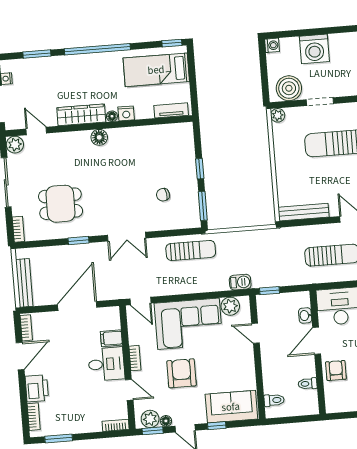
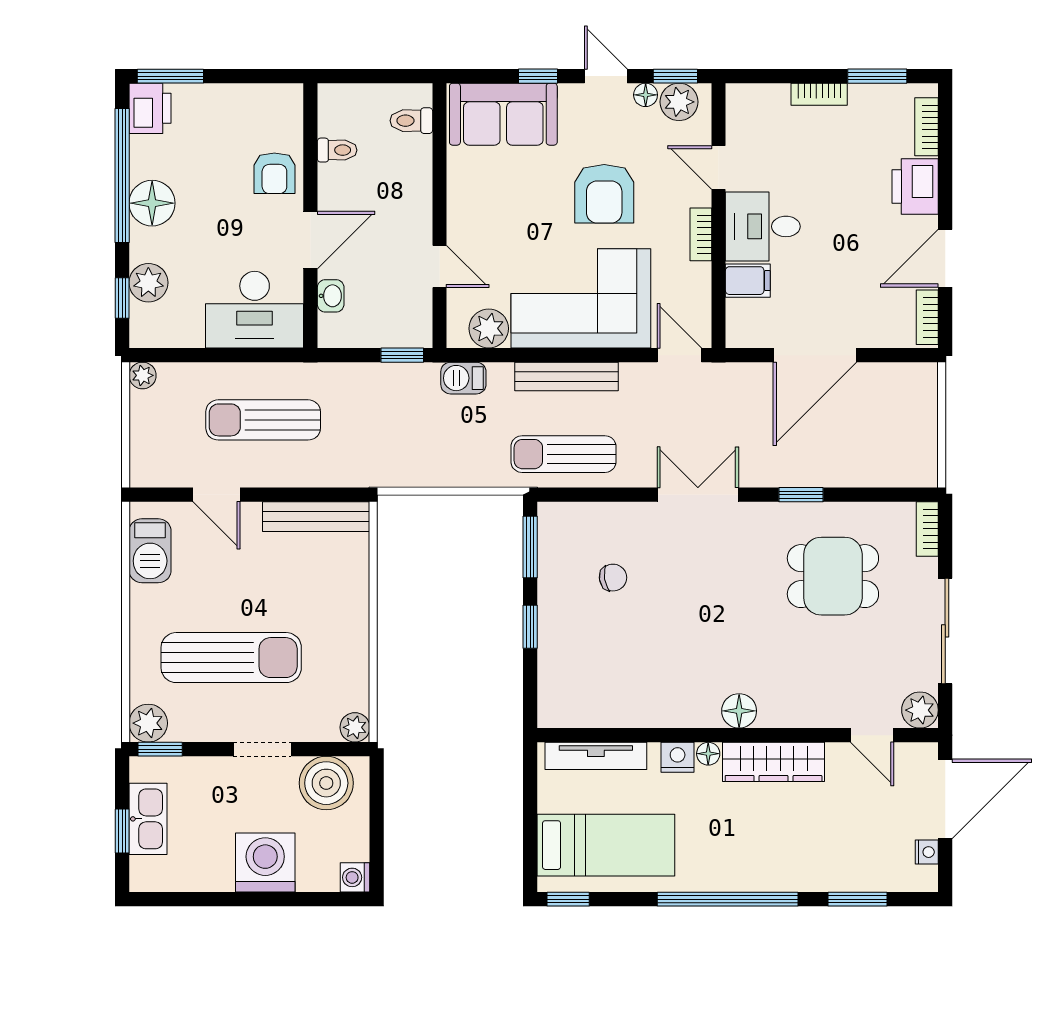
tv unit: (171, 110) -> (596, 756), width x1.41
bench: (24, 283) -> (567, 376), moved, turned 90
bookcase: (116, 425) -> (819, 94), moved

